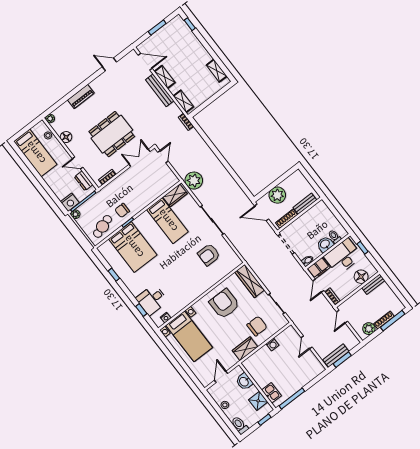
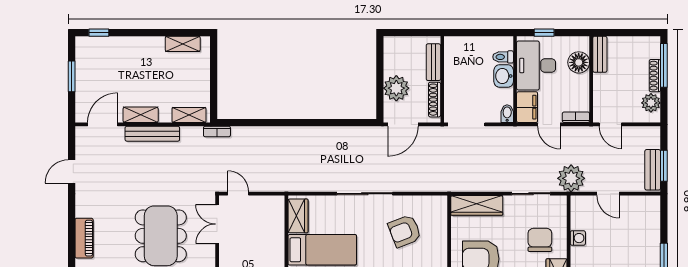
plant: (194, 181) -> (571, 178), moved
armchair: (209, 255) -> (405, 231), turned 69

